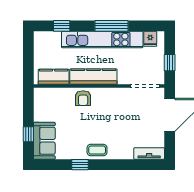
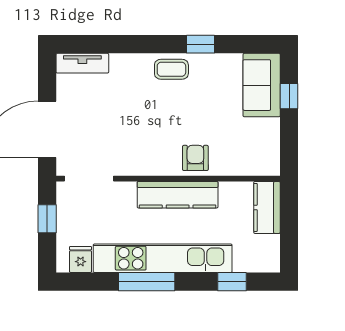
kitchen counter: (54, 77) -> (267, 207), moved, turned 90

